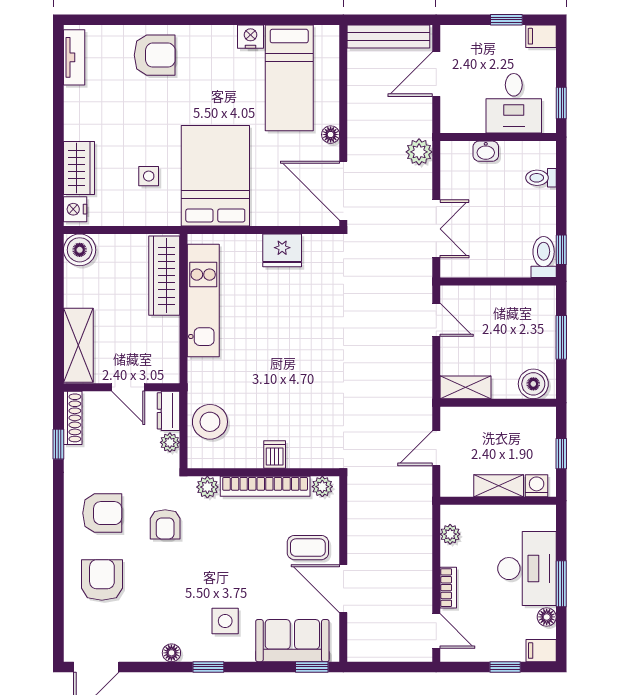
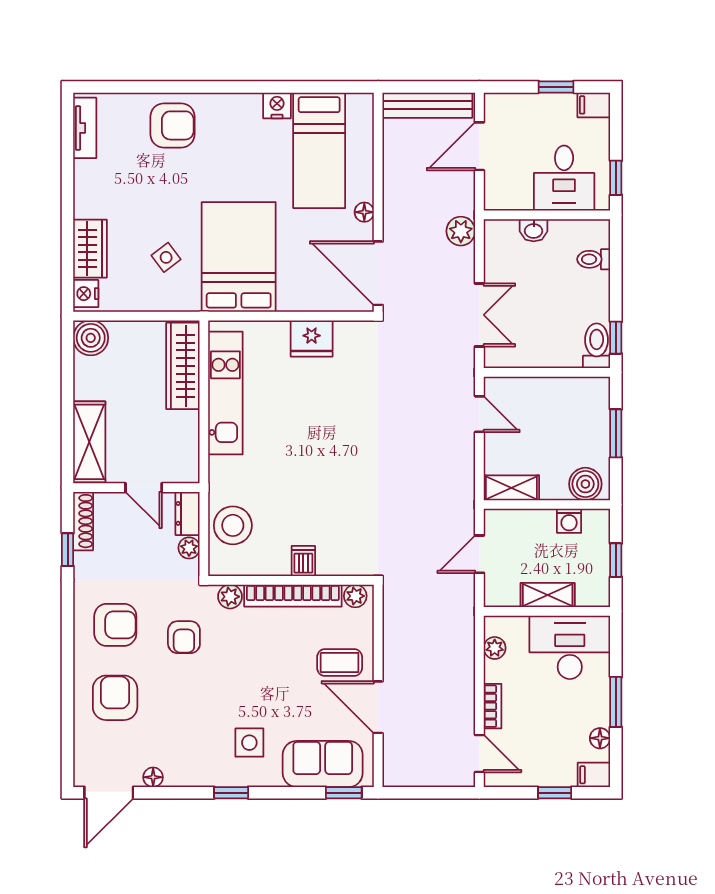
side table: (149, 176) -> (166, 257), turned -37
washing machine: (537, 486) -> (569, 521), moved, turned 180
desk: (527, 569) -> (570, 647), moved, turned -90
floor lamp: (171, 653) -> (153, 777), moved

